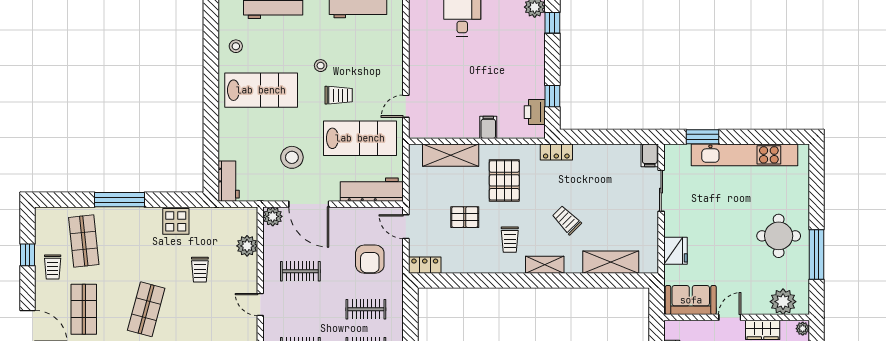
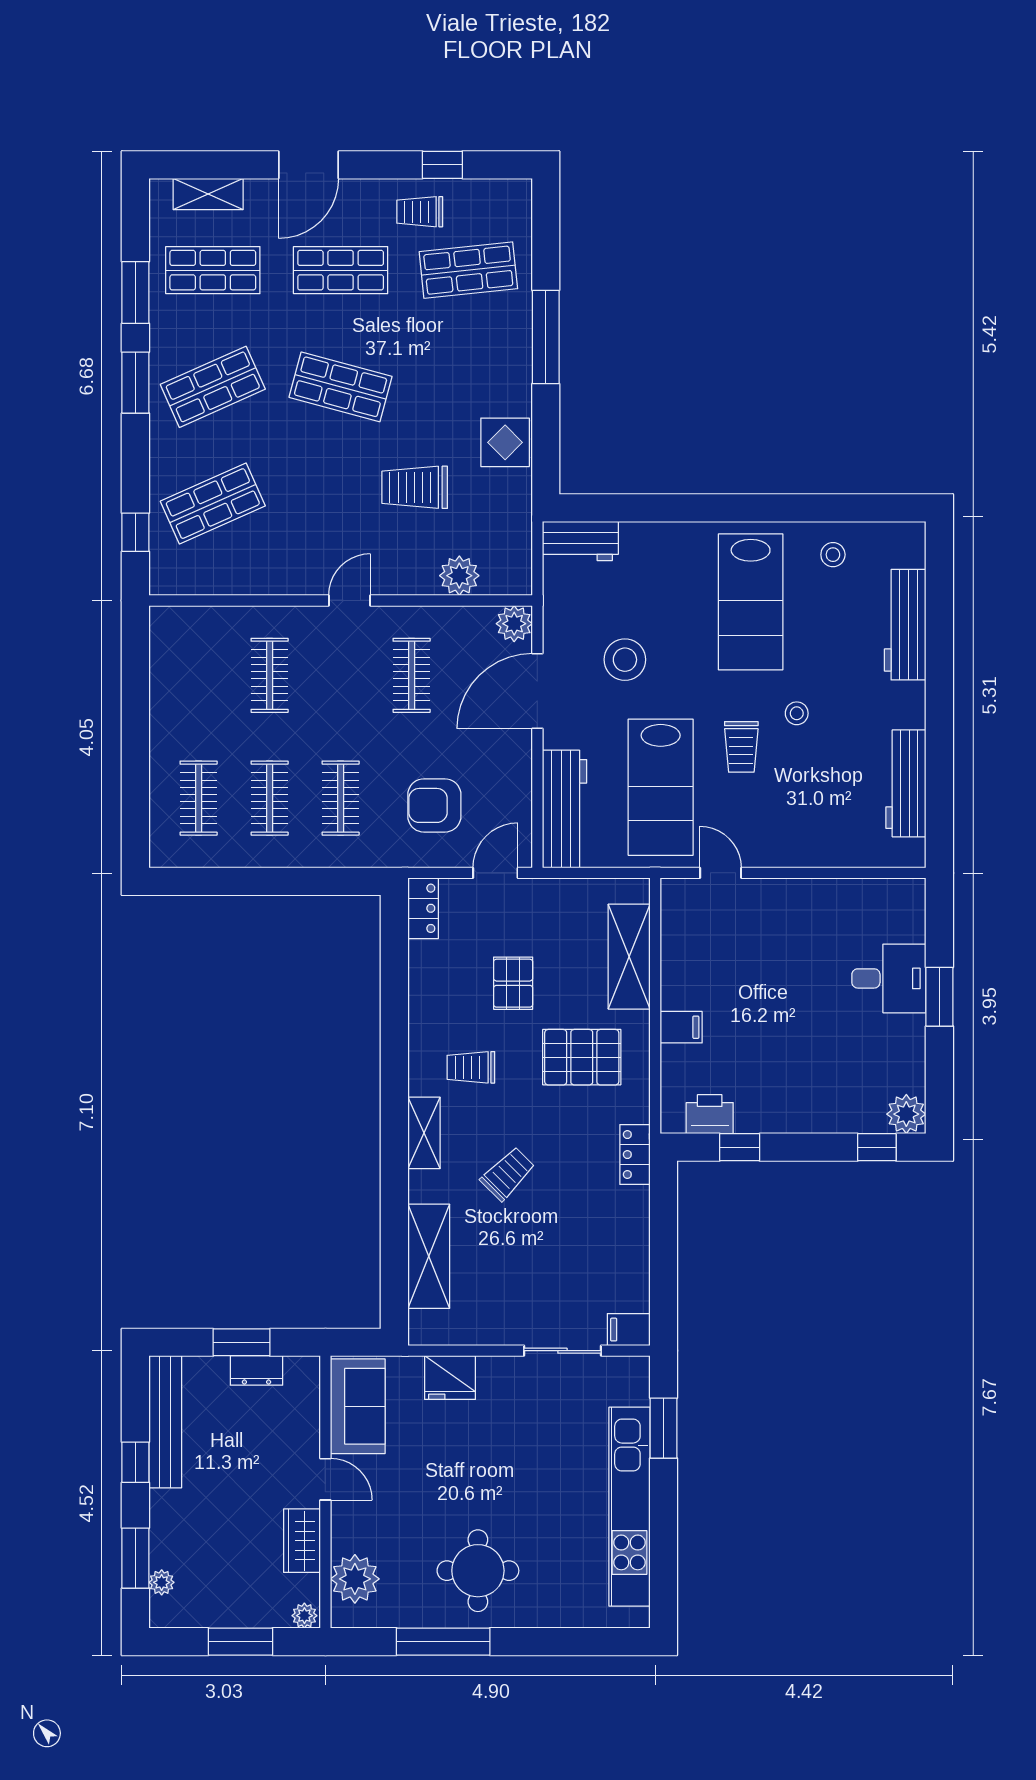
trolley: (200, 270) -> (415, 487), width x1.36, depth x1.39

